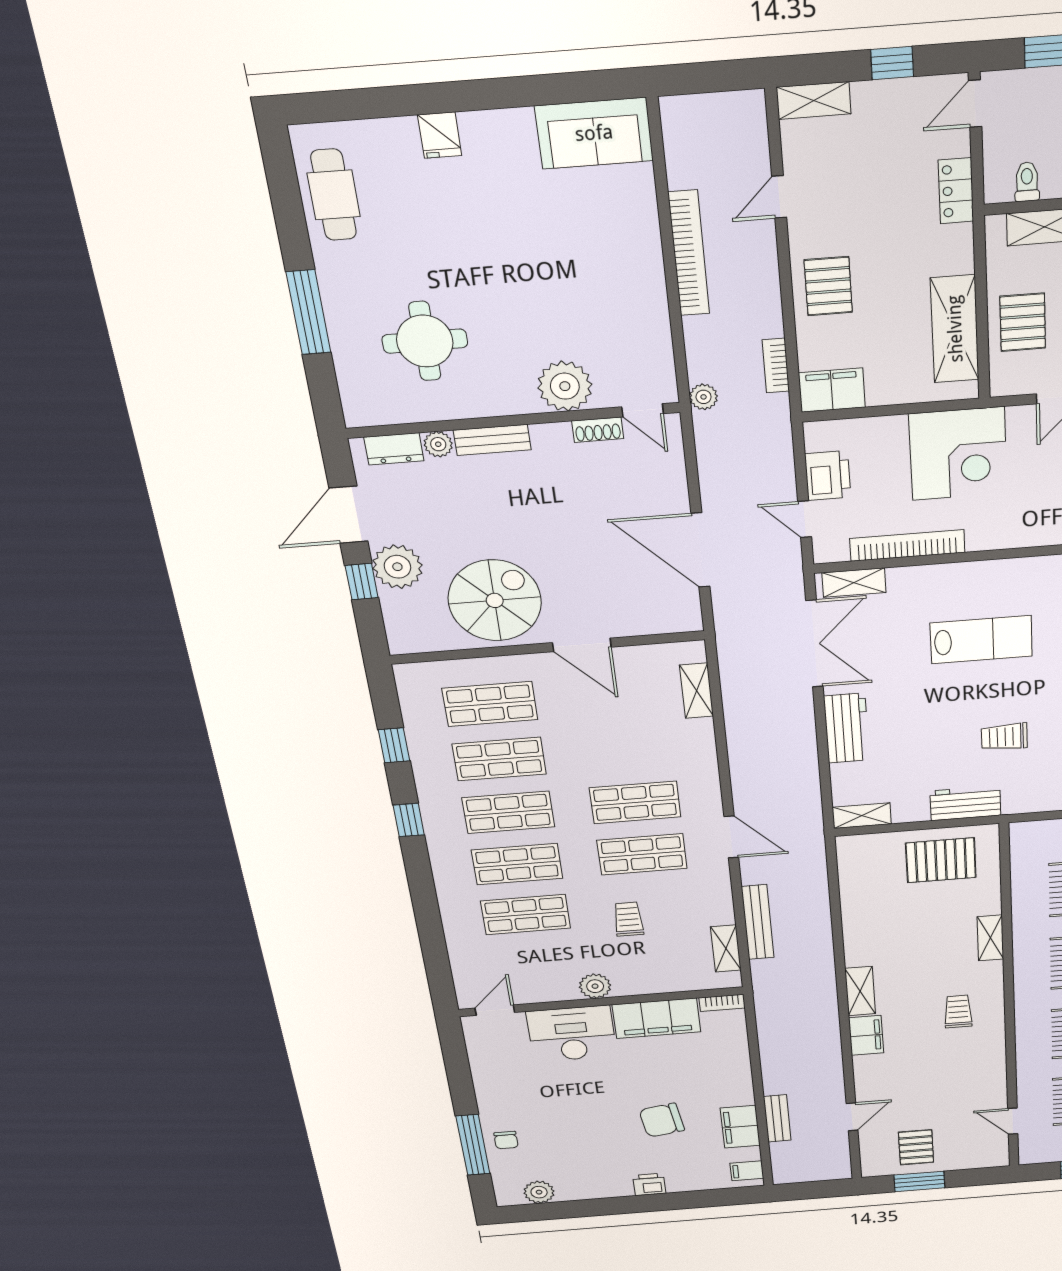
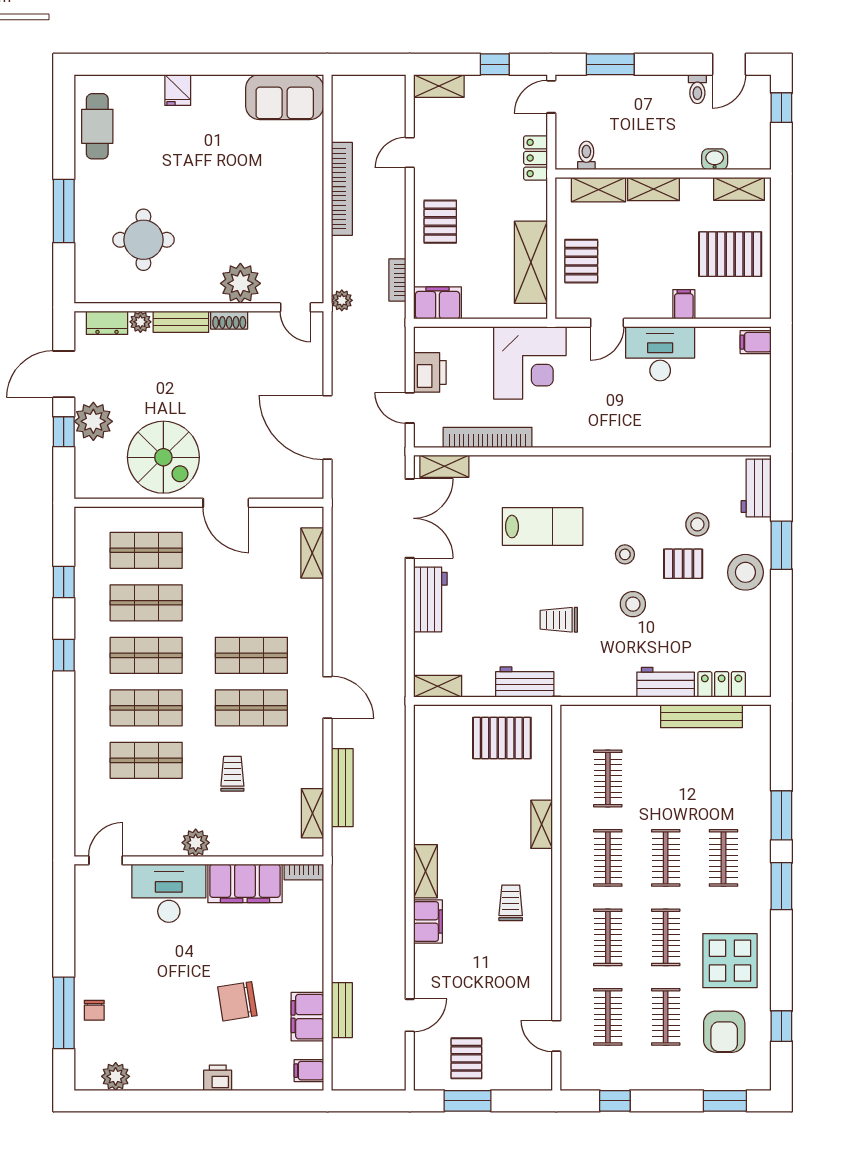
shoe rack: (598, 430) -> (229, 320), moved
spiral stairs: (495, 600) -> (163, 457), turned 90

